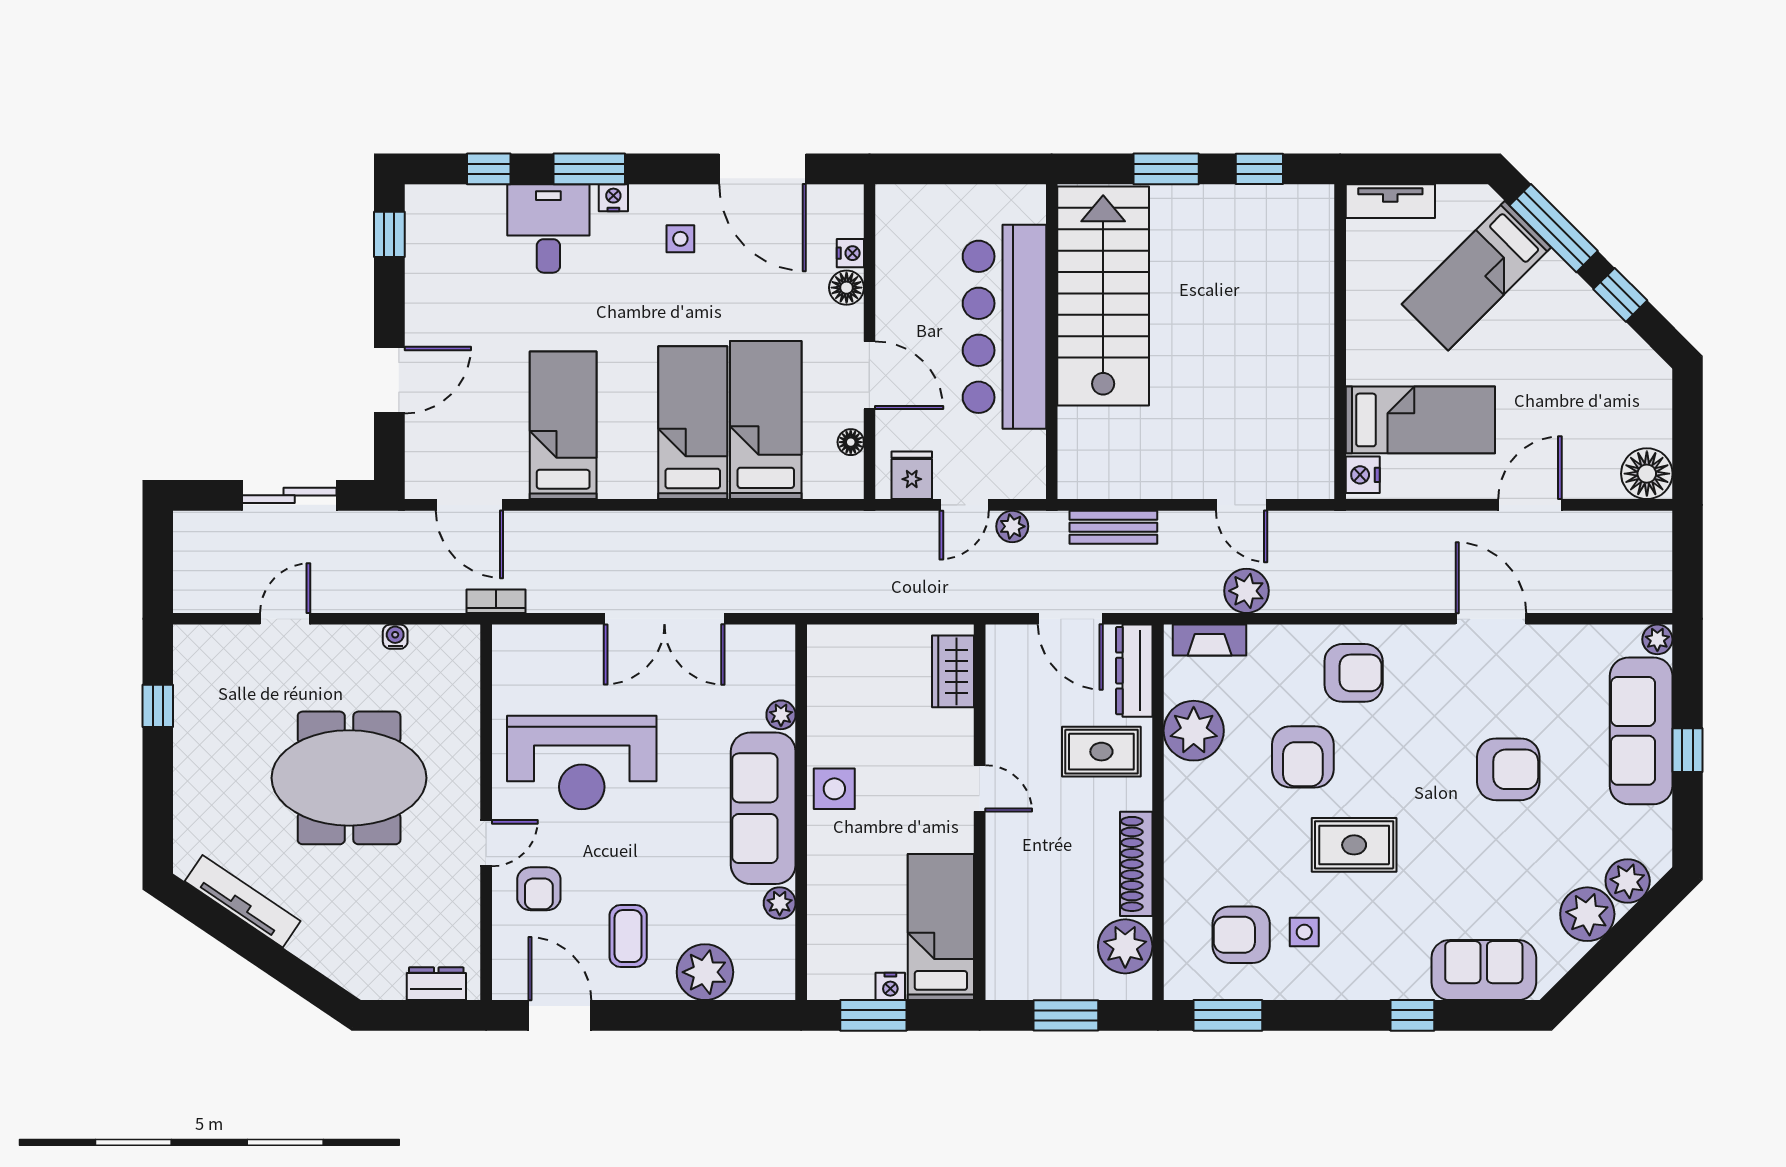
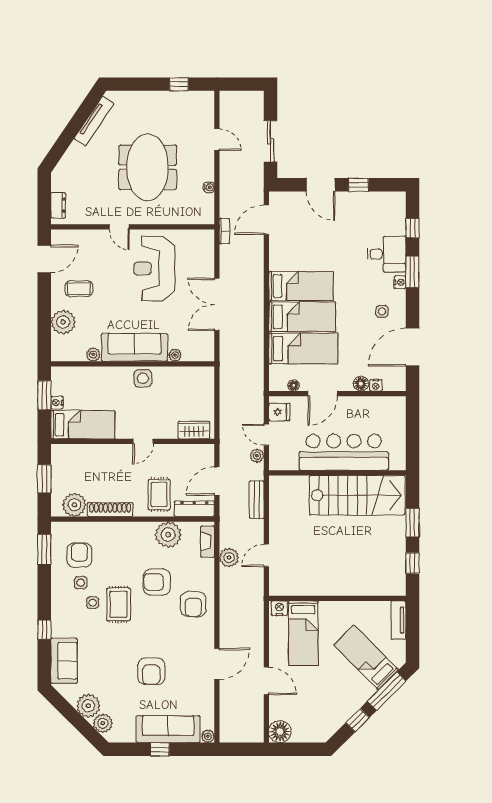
window: (389, 234) -> (359, 185), moved
bed: (563, 425) -> (301, 286), moved
armchair: (539, 889) -> (99, 250), removed
side table: (1350, 904) -> (93, 603), added

